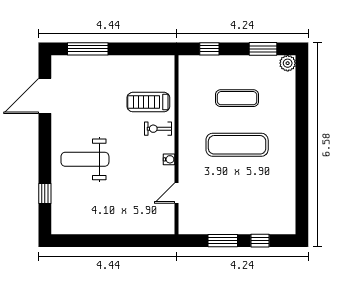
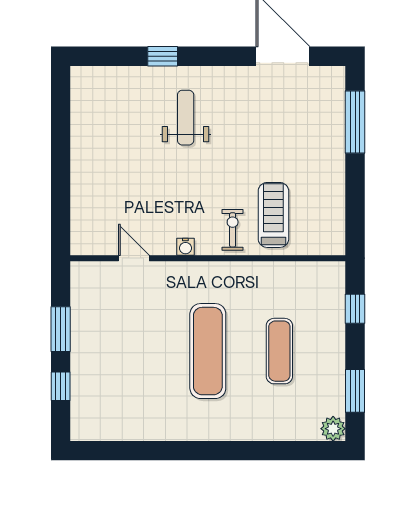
weight bench: (85, 159) -> (186, 118), width x0.73, depth x0.75
window: (45, 194) -> (163, 56), moved

